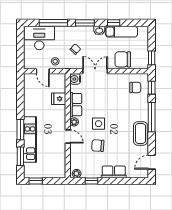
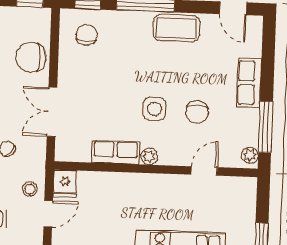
chair: (123, 59) -> (31, 57), turned 90
water cooler: (75, 79) -> (66, 151), removed
fridge: (59, 99) -> (65, 184), moved
door: (68, 136) -> (204, 171), moved
window: (91, 181) -> (266, 127), width x2.17

